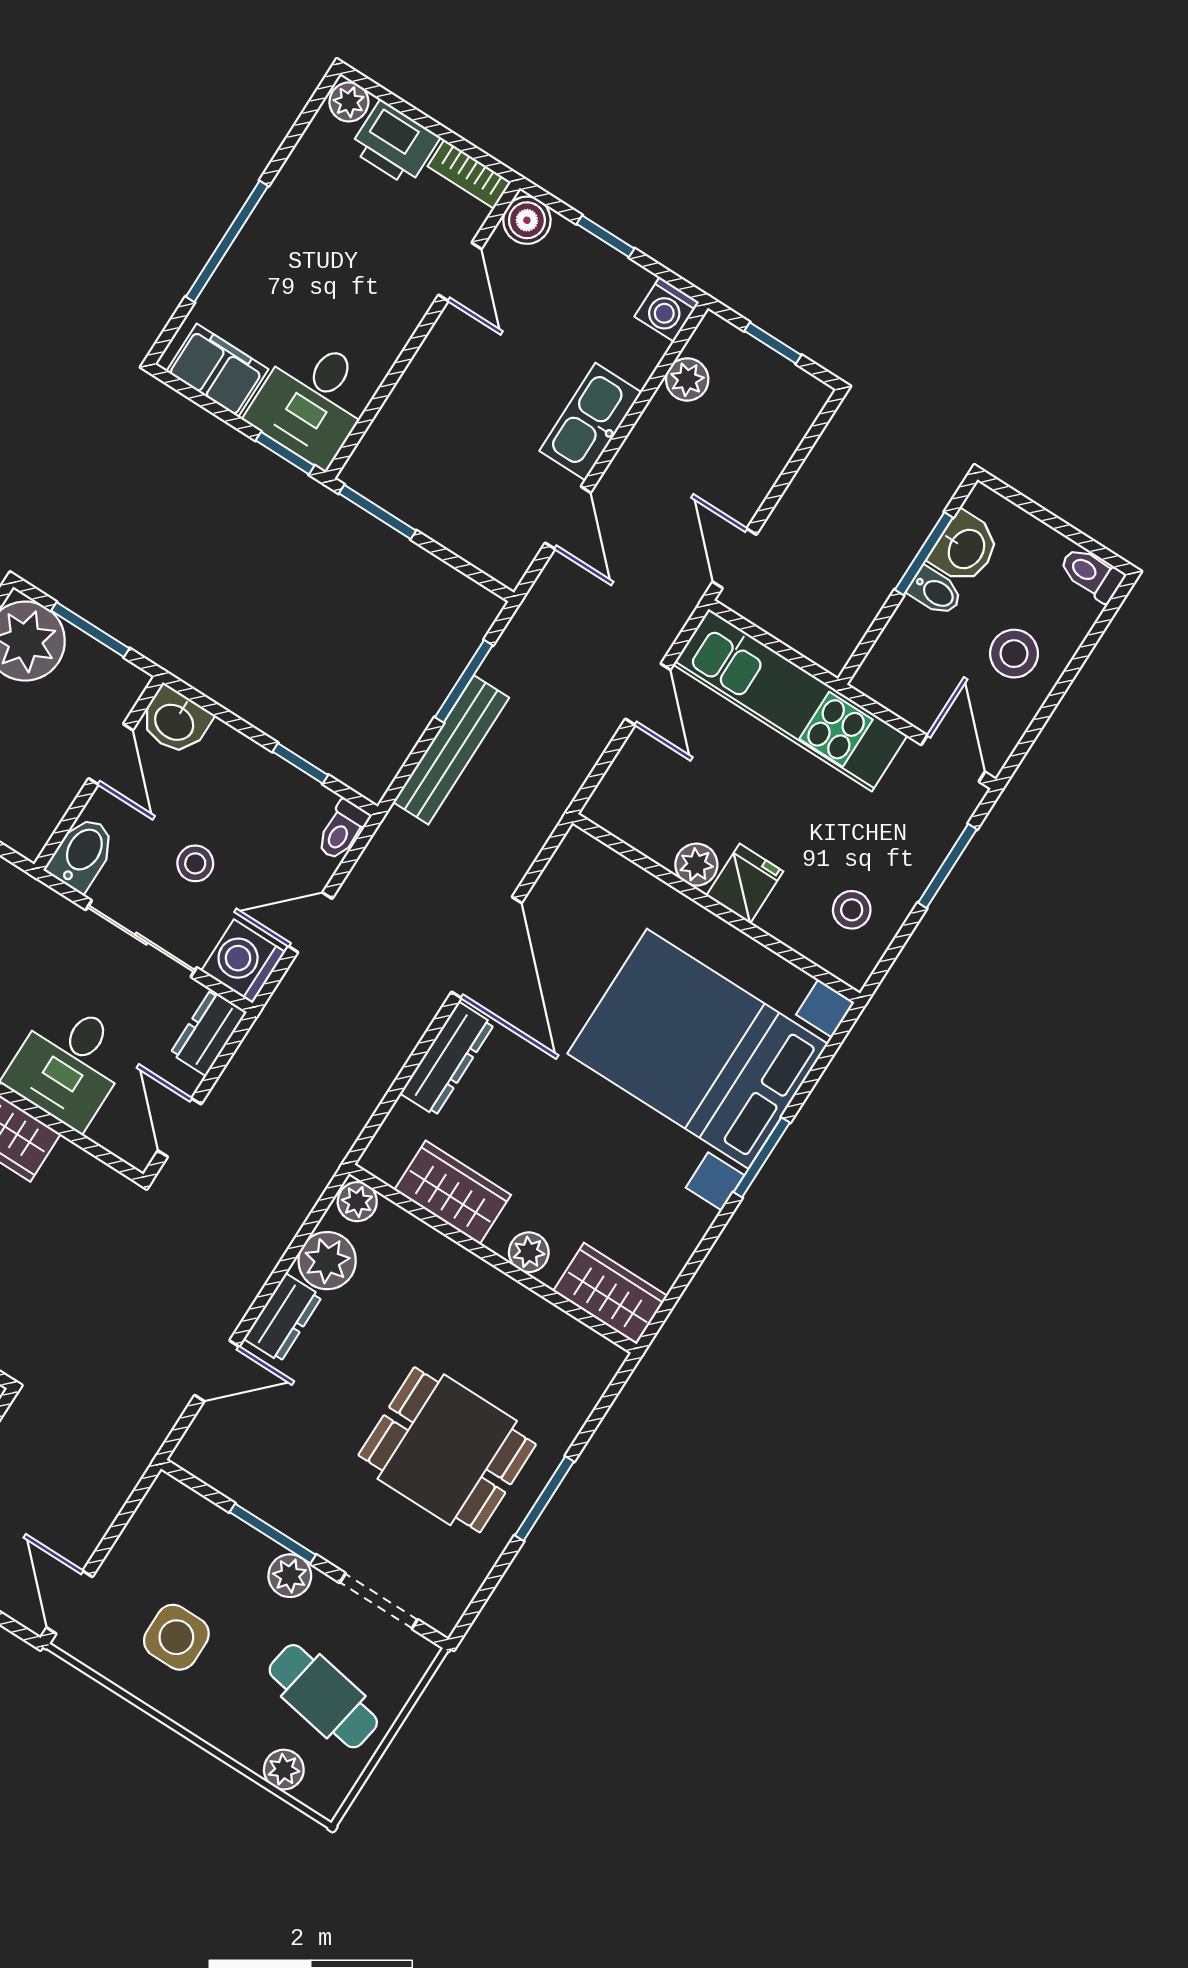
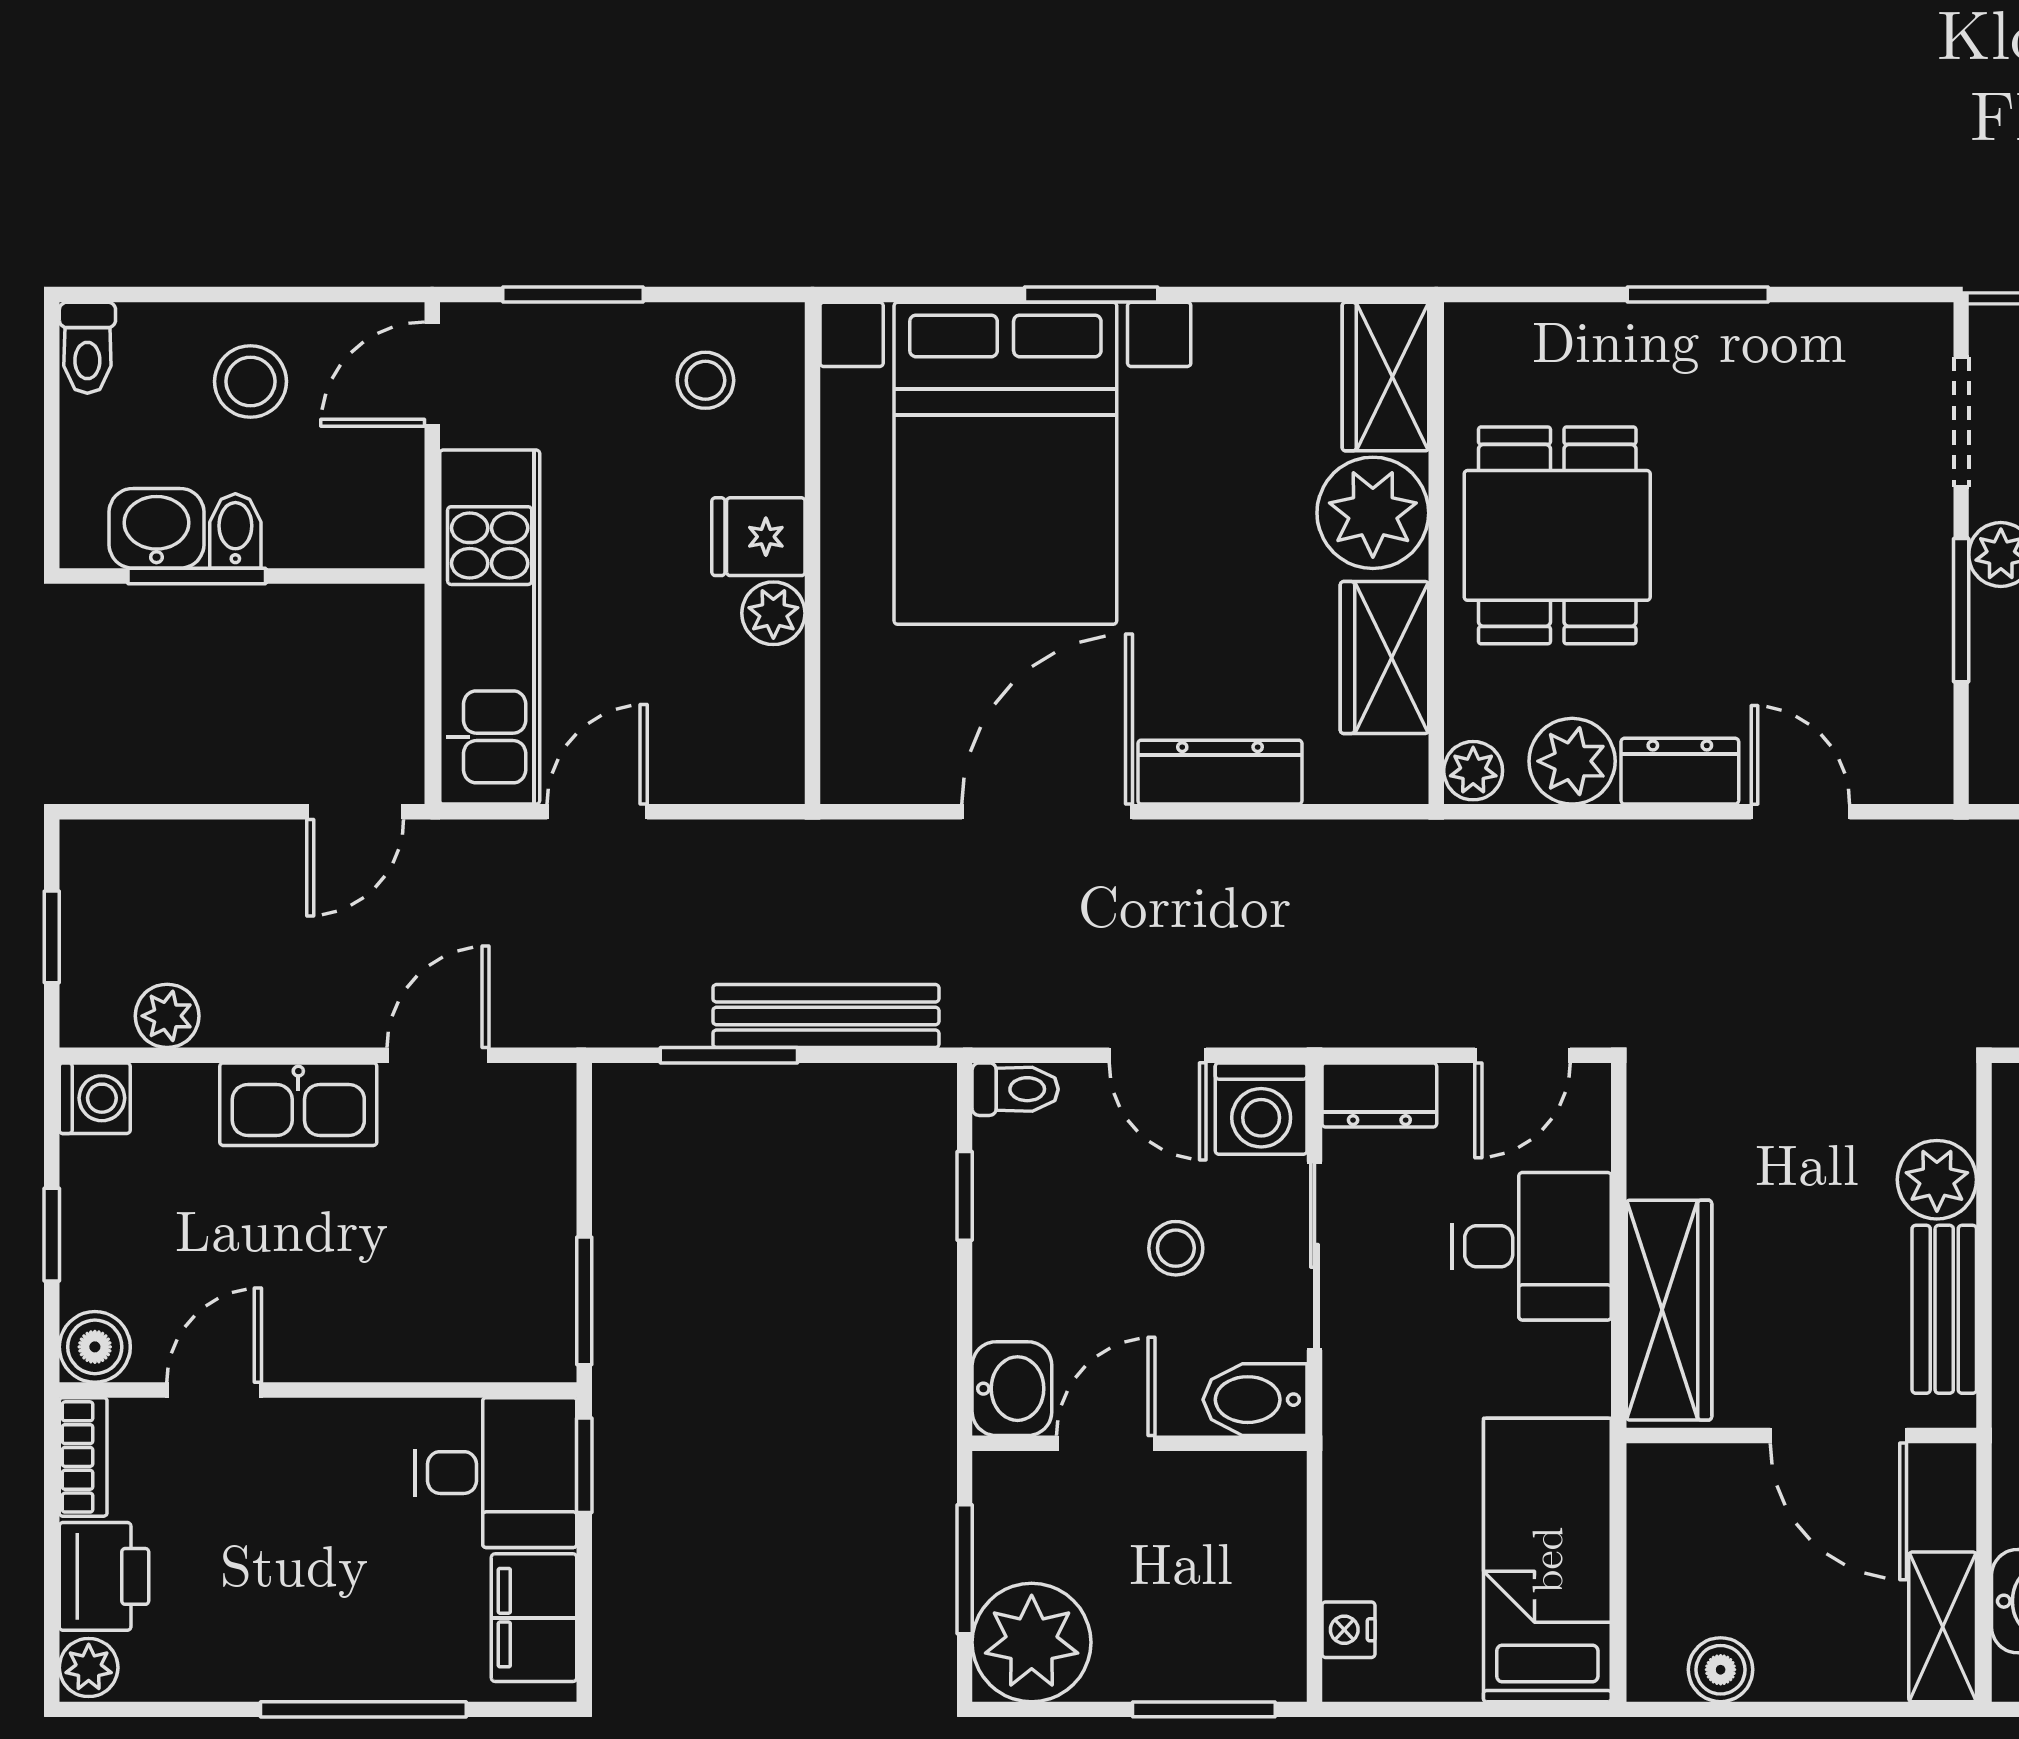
plant: (529, 1252) -> (1373, 513), width x1.87, depth x1.87
dining table: (447, 1450) -> (1557, 535), moved

